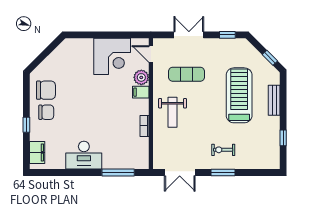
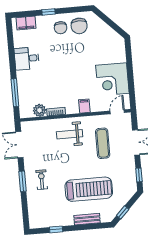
plant: (141, 77) -> (39, 110), moved
desk: (84, 155) -> (27, 58), width x0.73

